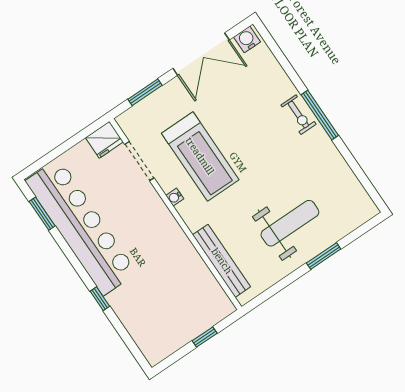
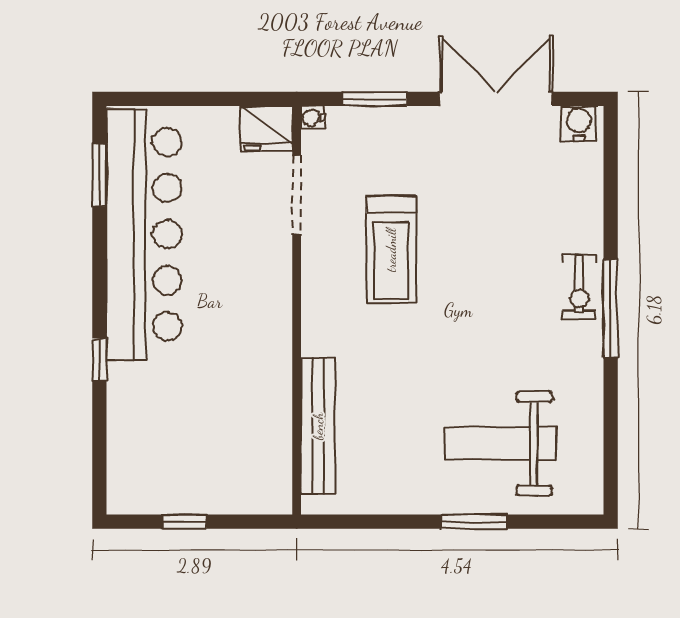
double door: (201, 54) -> (496, 99), swing flipped
treadmill: (200, 156) -> (391, 250), width x0.73, depth x0.73
water cooler: (175, 197) -> (313, 118), moved
weight bench: (290, 223) -> (501, 444), moved, turned 180
window: (205, 337) -> (184, 522), moved

